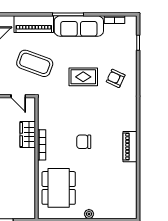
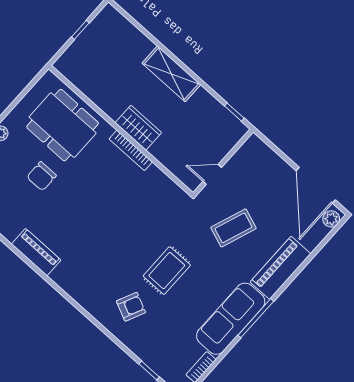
coffee table: (35, 63) -> (233, 228), width x0.73, depth x0.76
wardrobe: (28, 135) -> (138, 128), moved
chair: (84, 142) -> (42, 176), moved, turned 180

